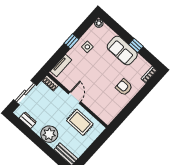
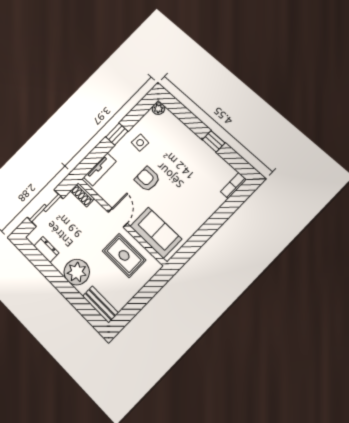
sofa: (122, 51) -> (156, 233), moved, turned 180
armchair: (124, 87) -> (147, 179), moved

